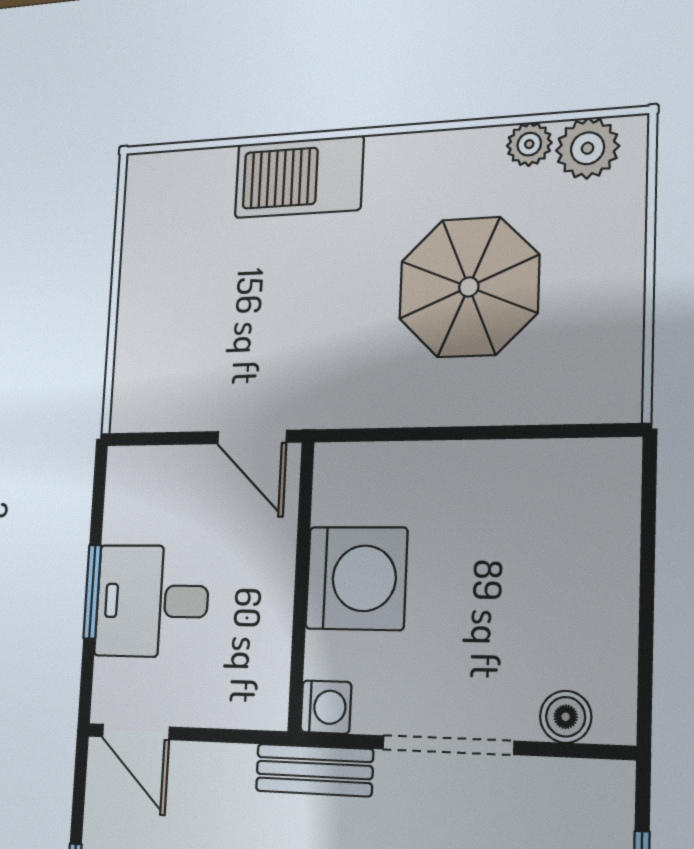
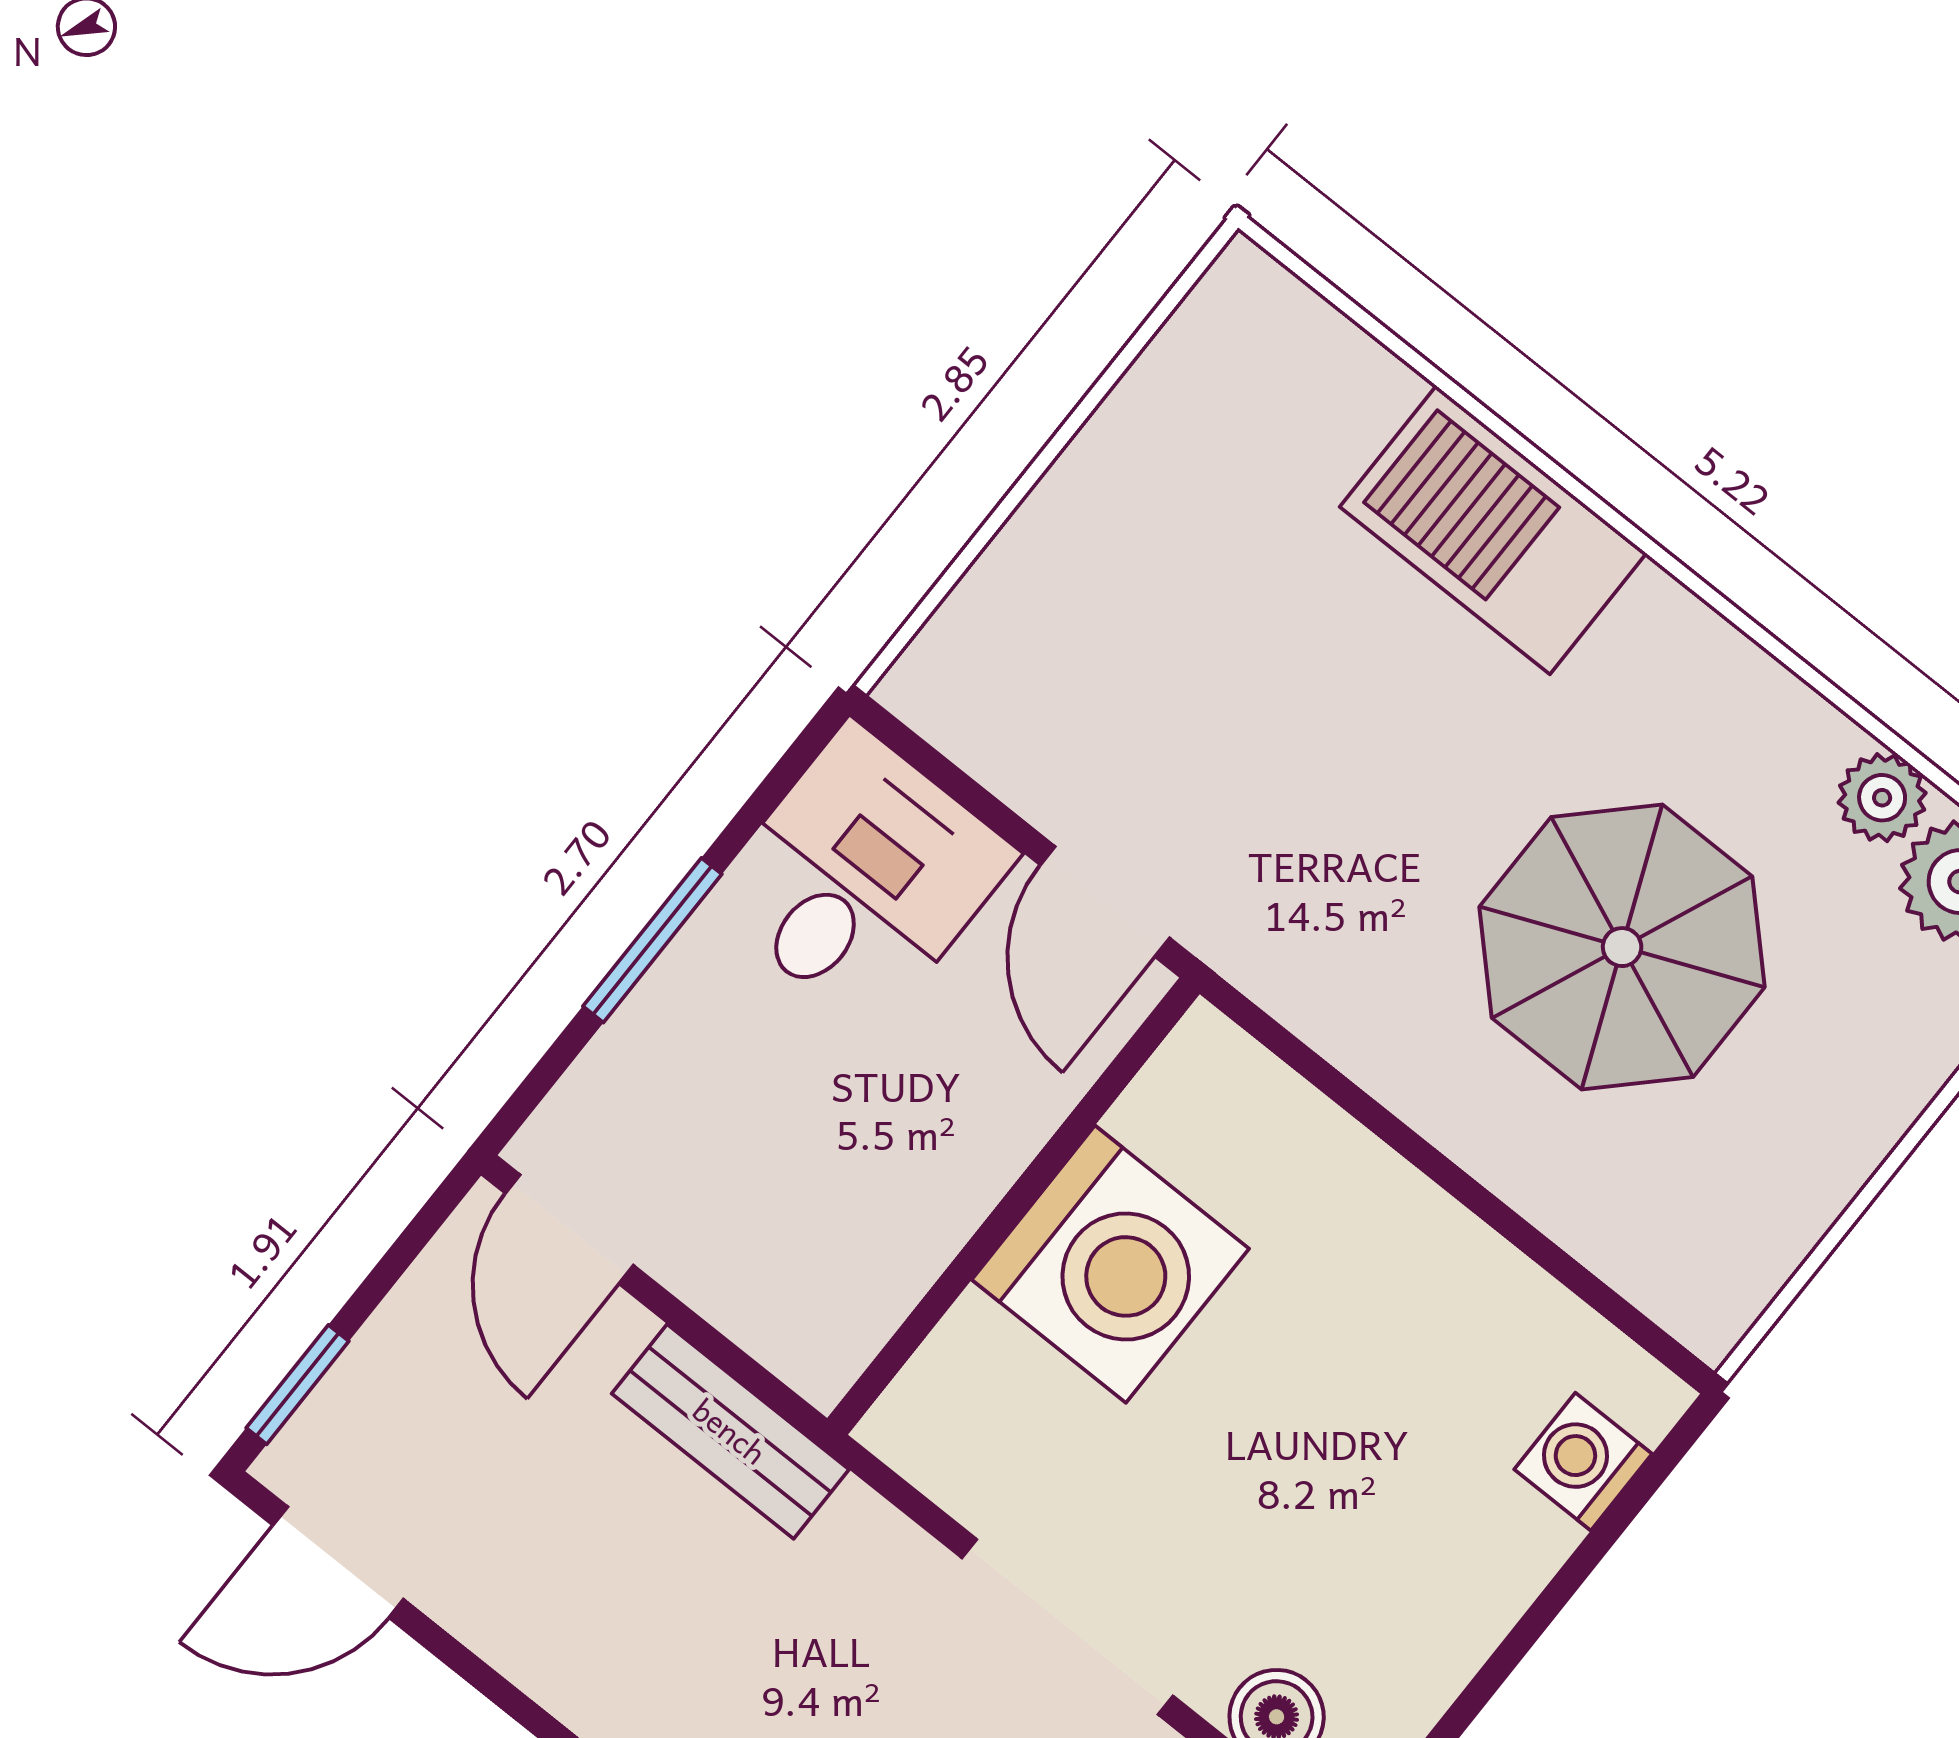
desk: (152, 601) -> (862, 878), moved, turned 90
washing machine: (326, 707) -> (1583, 1462), moved, turned 180
bench: (314, 770) -> (730, 1431), moved

